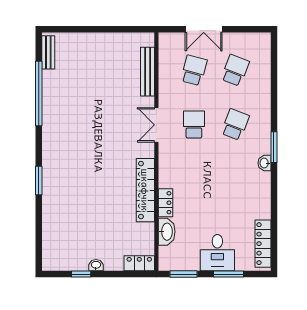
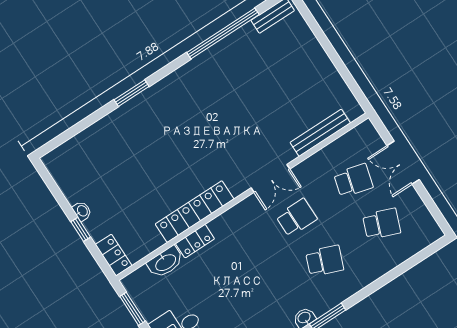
double door: (156, 125) -> (270, 178), swing flipped
window: (81, 274) -> (81, 229), moved

